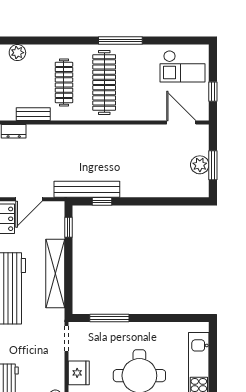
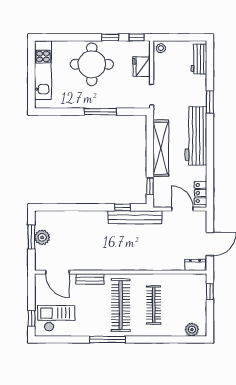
window: (213, 92) -> (31, 318), moved
bench: (33, 114) -> (90, 279), moved
door: (29, 199) -> (182, 209), hinge flipped
window: (109, 318) -> (100, 112), moved

